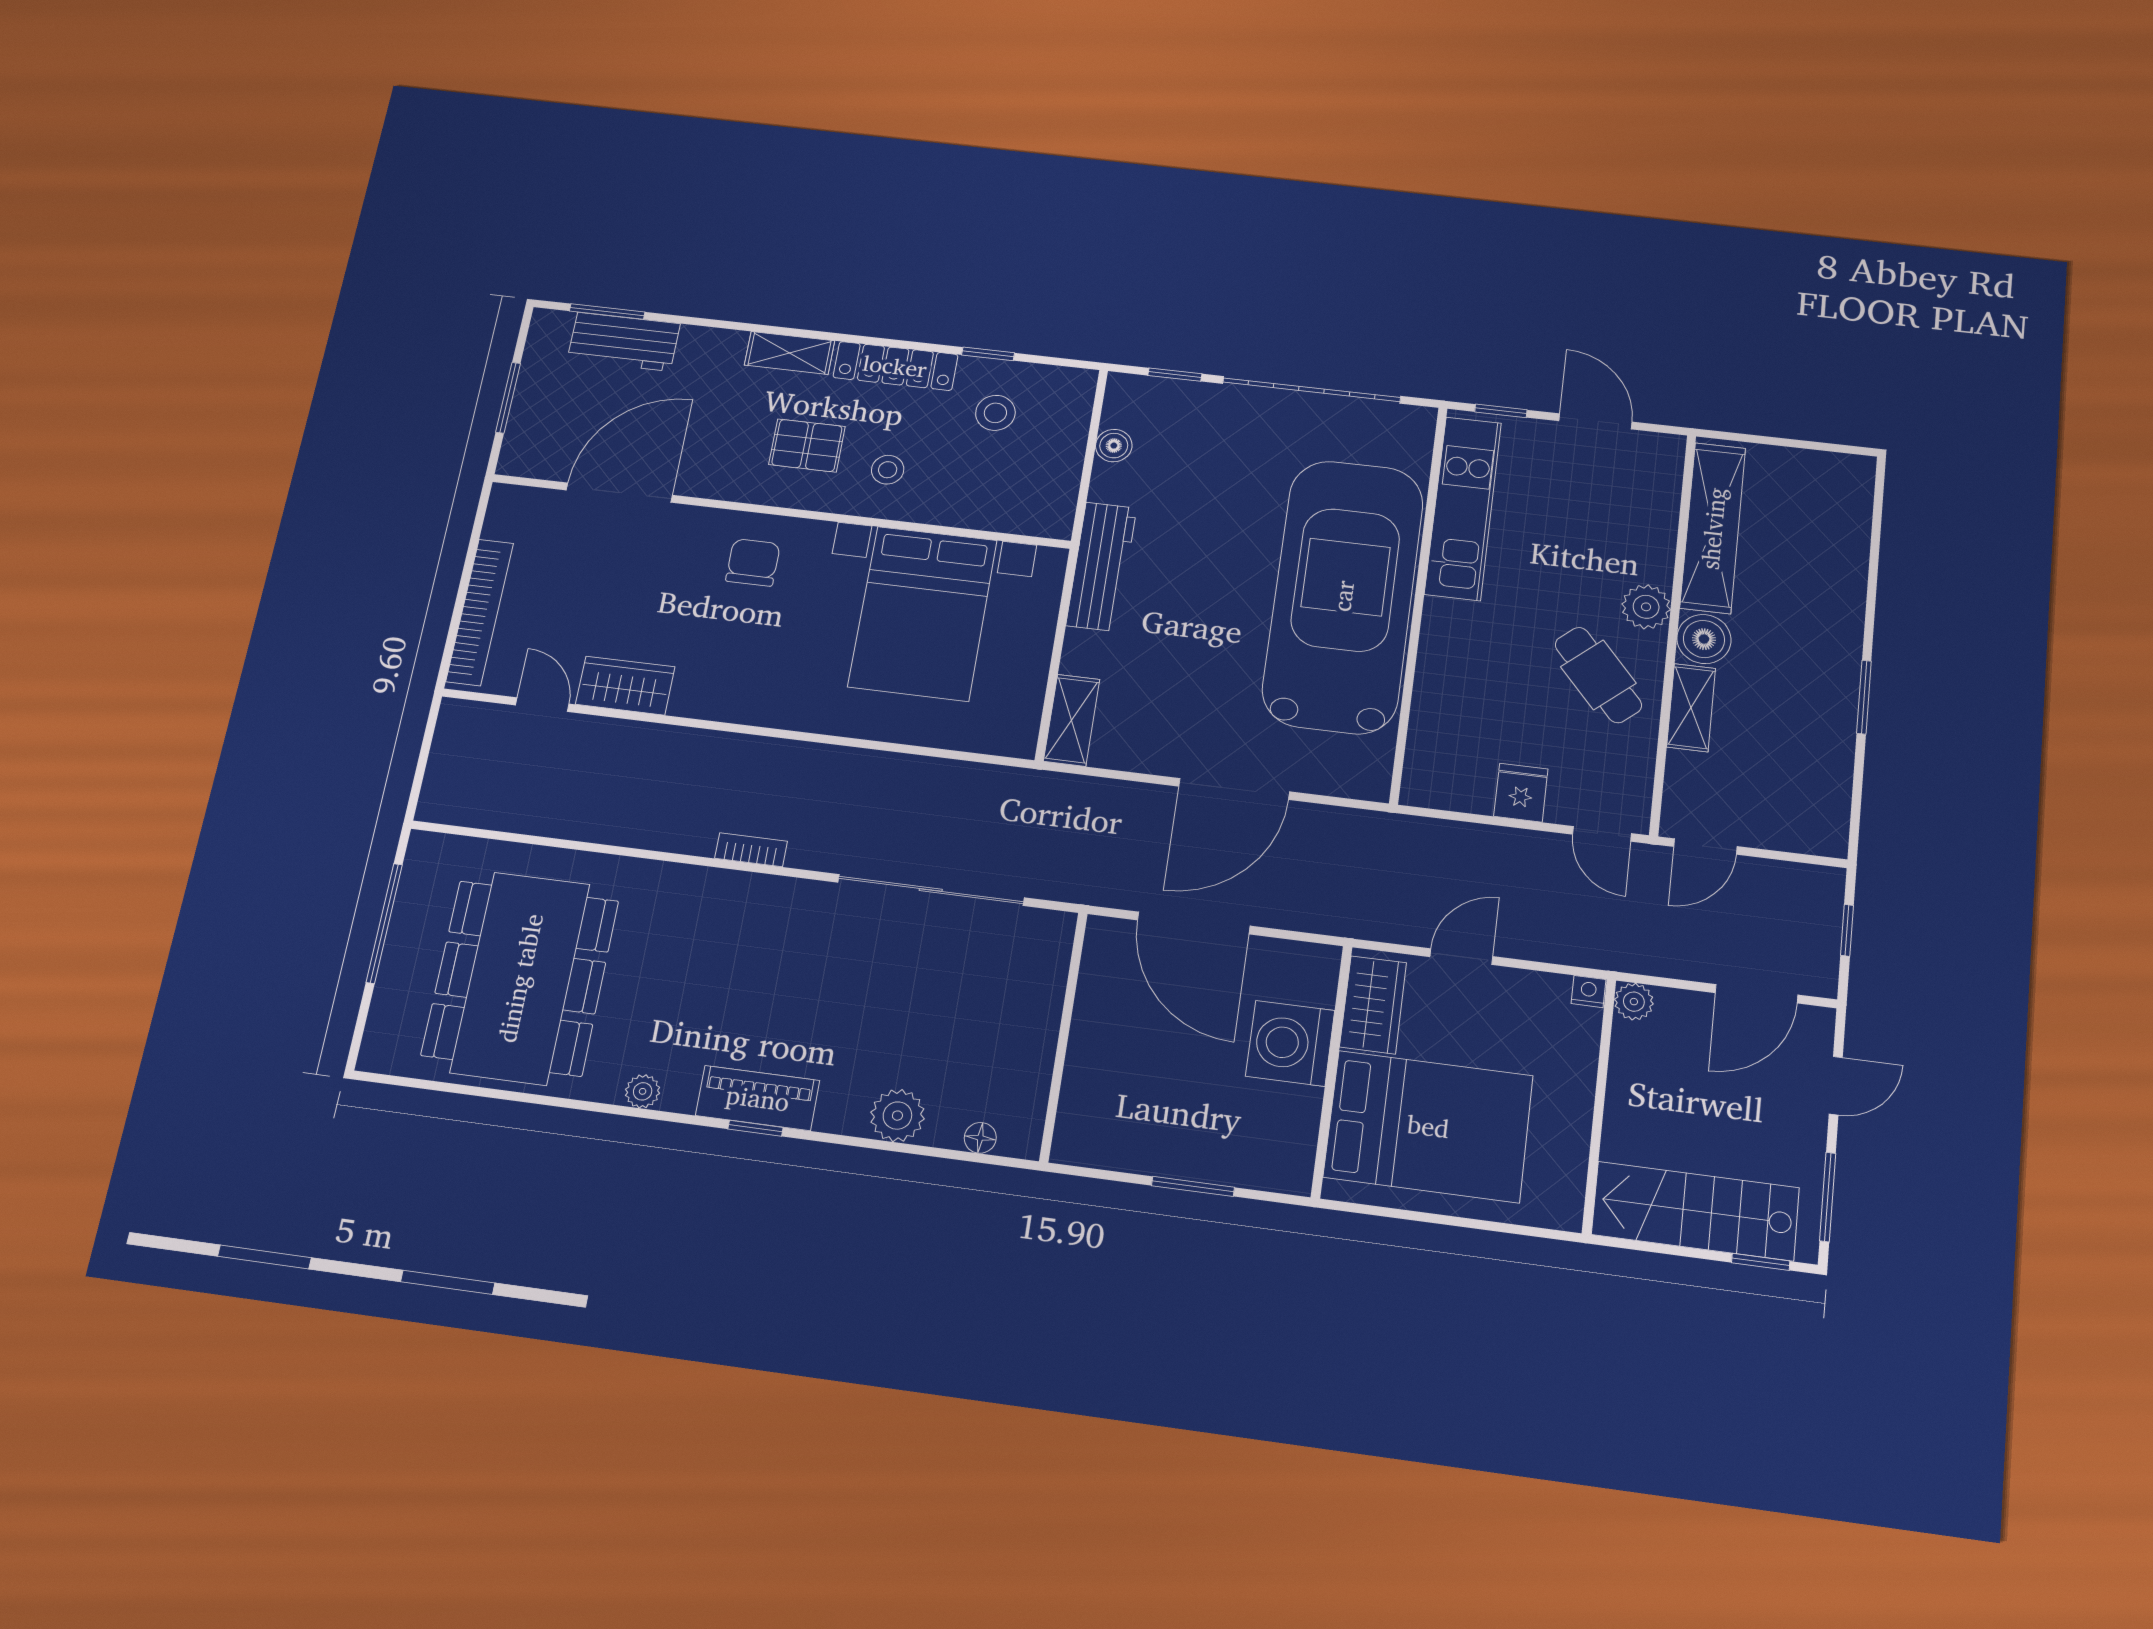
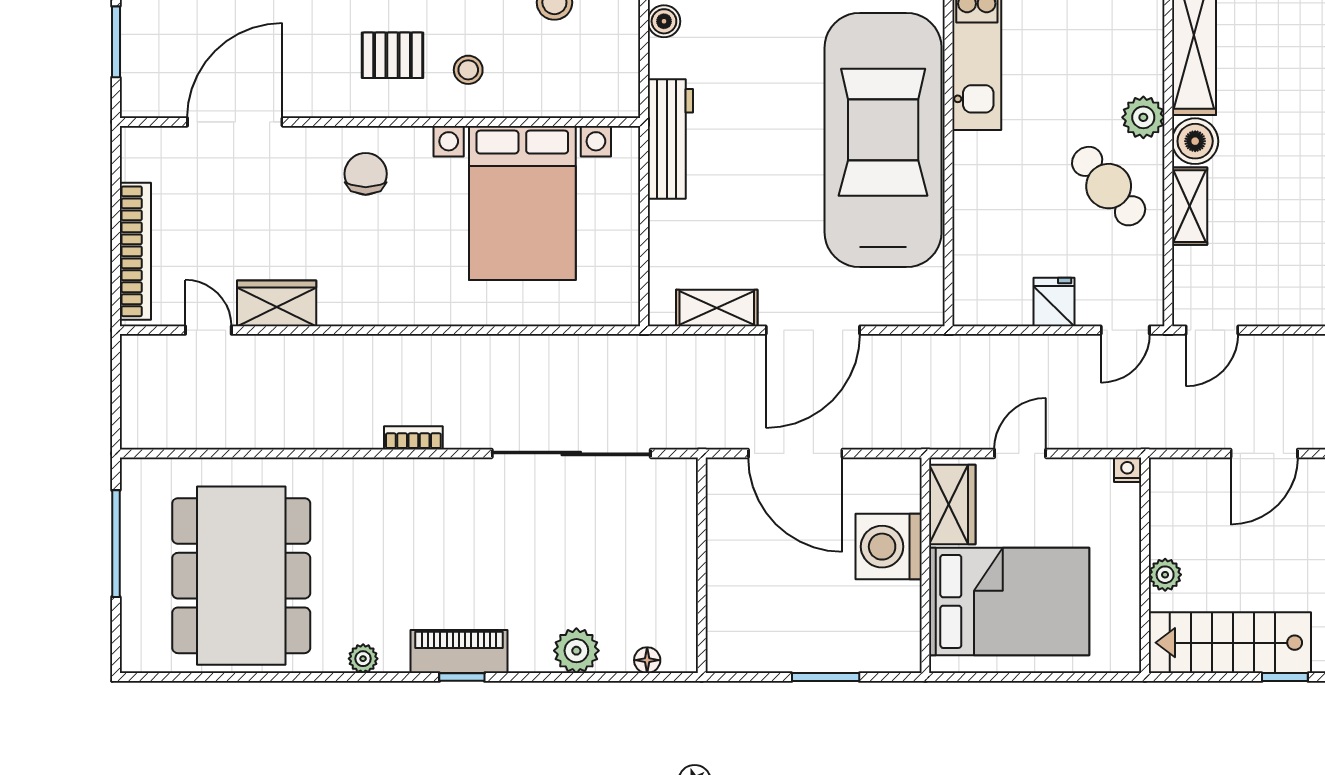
shelving: (1072, 720) -> (717, 308), moved, turned 90
door: (1602, 834) -> (1125, 330), hinge flipped
plant: (1634, 1002) -> (1165, 575), moved

